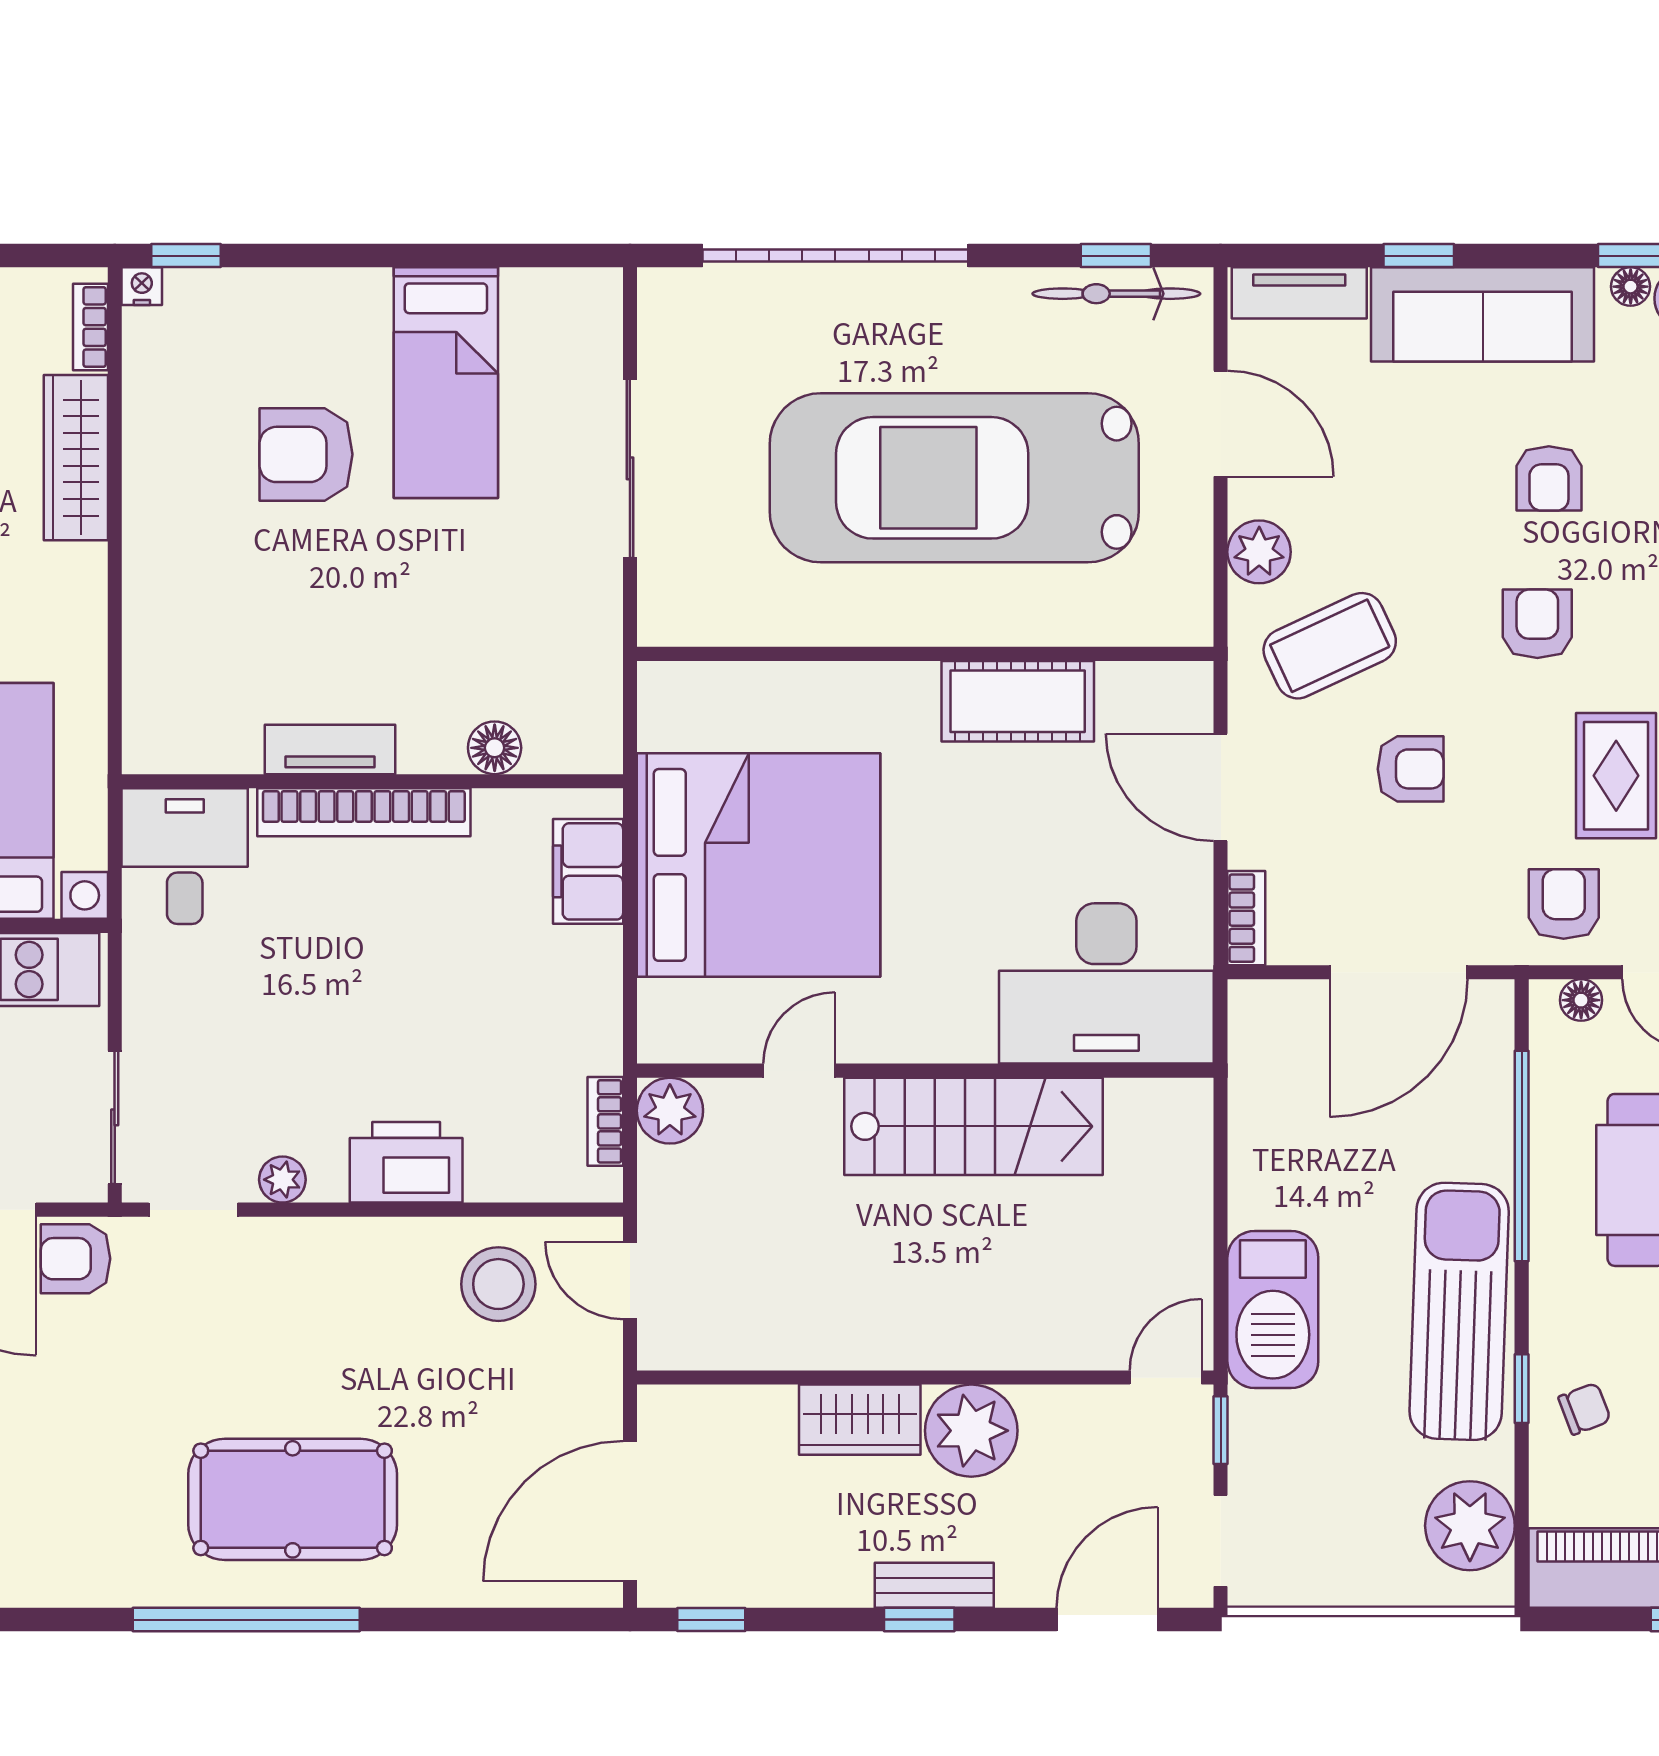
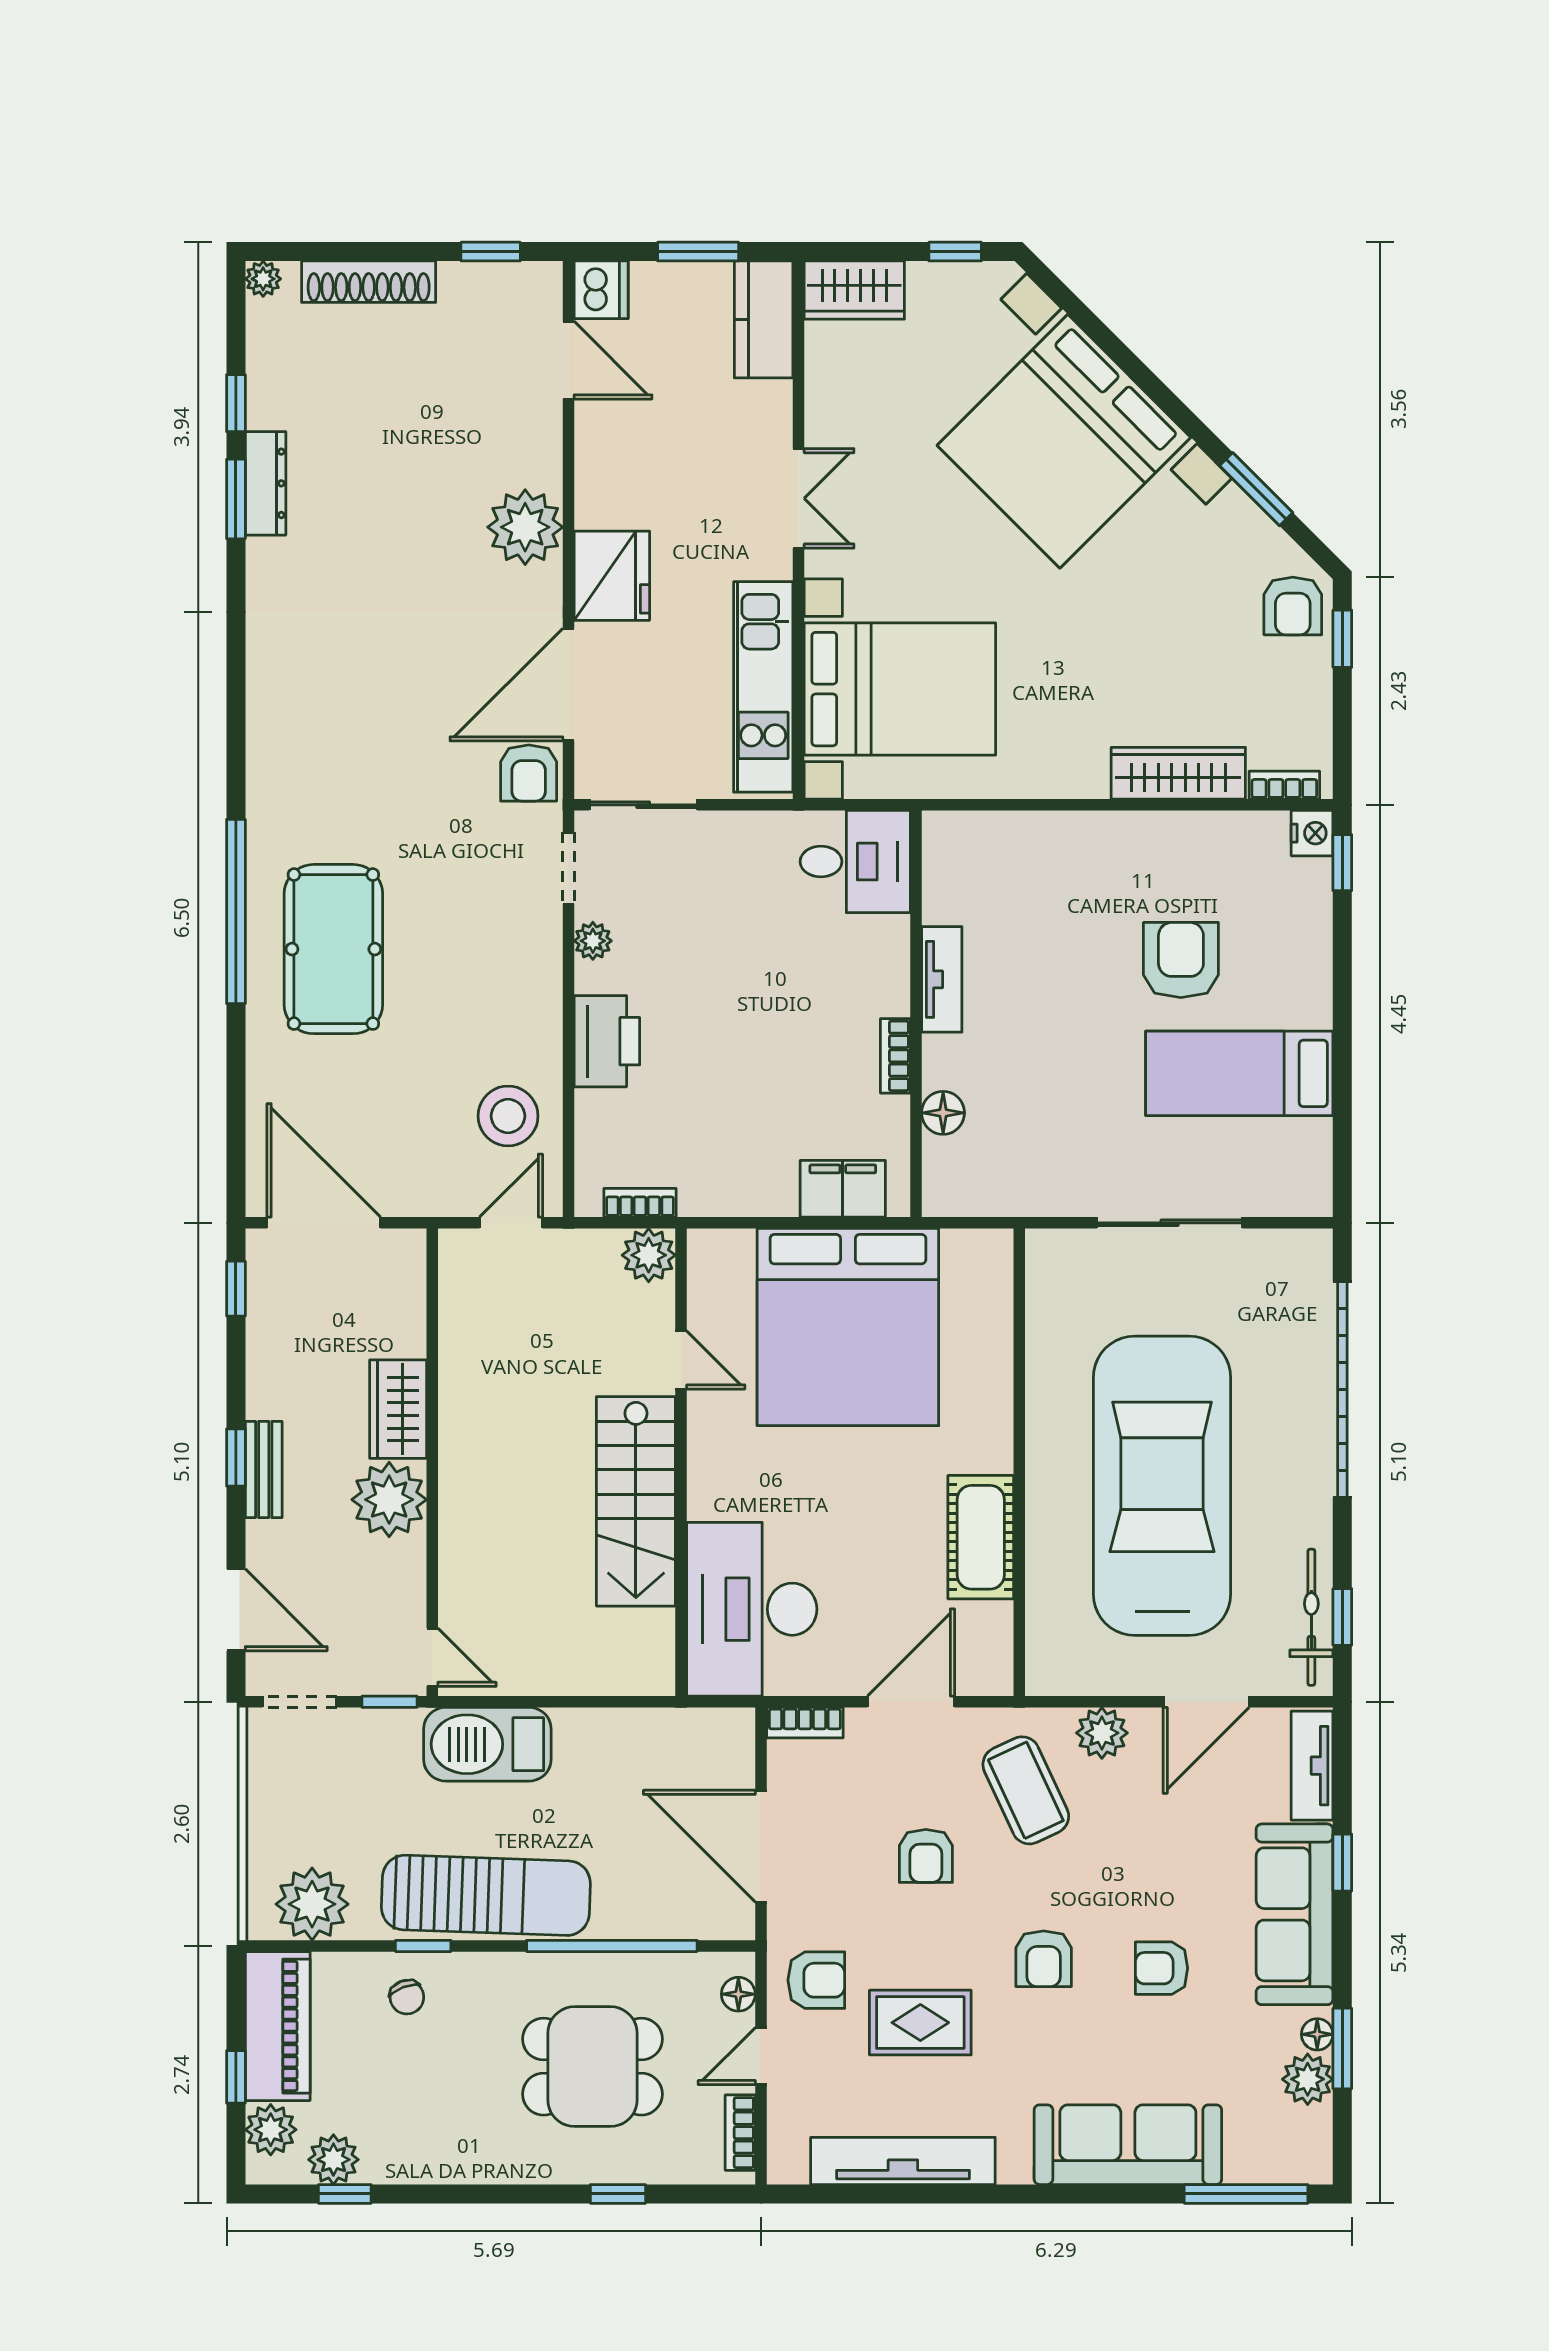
nightstand: (142, 286) -> (1312, 833), width x1.39, depth x1.35
armchair: (1537, 624) -> (1044, 1959), turned 90
bookcase: (364, 812) -> (895, 1056), width x0.43, depth x0.76
armchair: (76, 1259) -> (529, 773), turned 180

